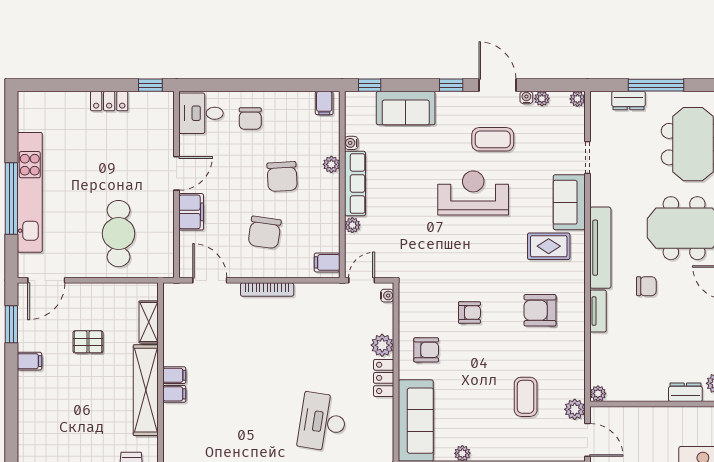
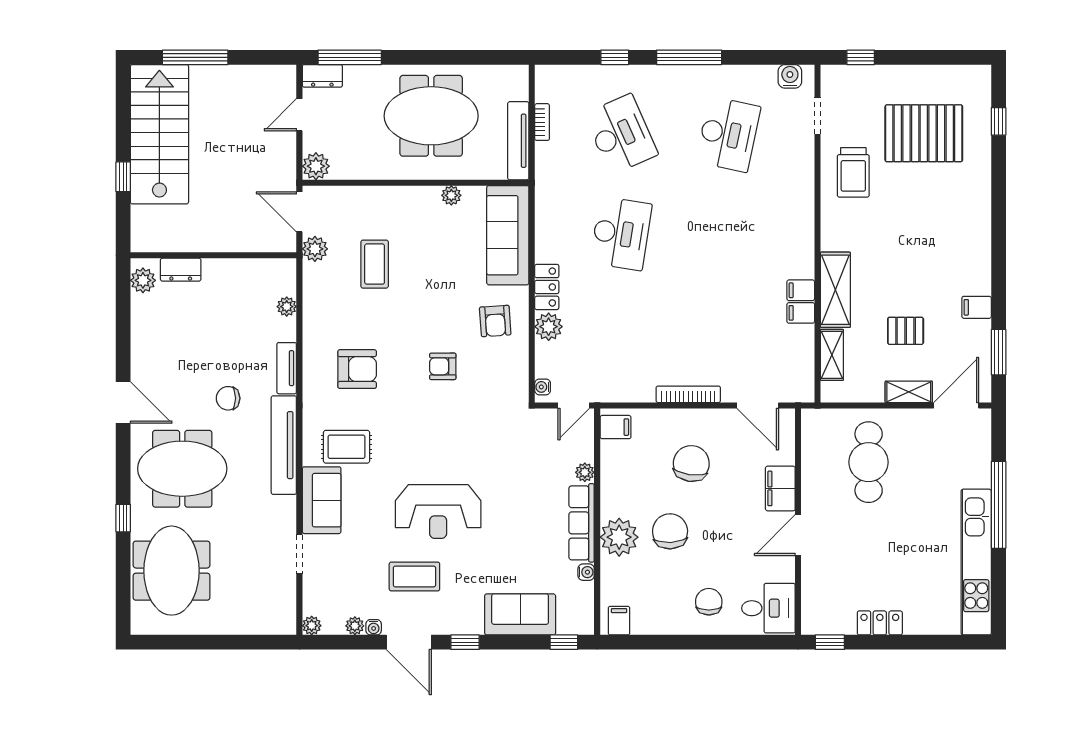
window: (656, 85) -> (216, 642), removed
dresser: (629, 101) -> (250, 624), removed
plant: (331, 164) -> (619, 537), width x1.88, depth x1.88
kitchen unit: (30, 192) -> (976, 562), moved
shelving: (85, 291) -> (909, 392), added
armchair: (426, 350) -> (495, 321), turned -94
shelving: (146, 390) -> (835, 290), width x0.68
filing cabinet: (174, 394) -> (801, 313), moved
plant: (598, 394) -> (287, 307), moved

